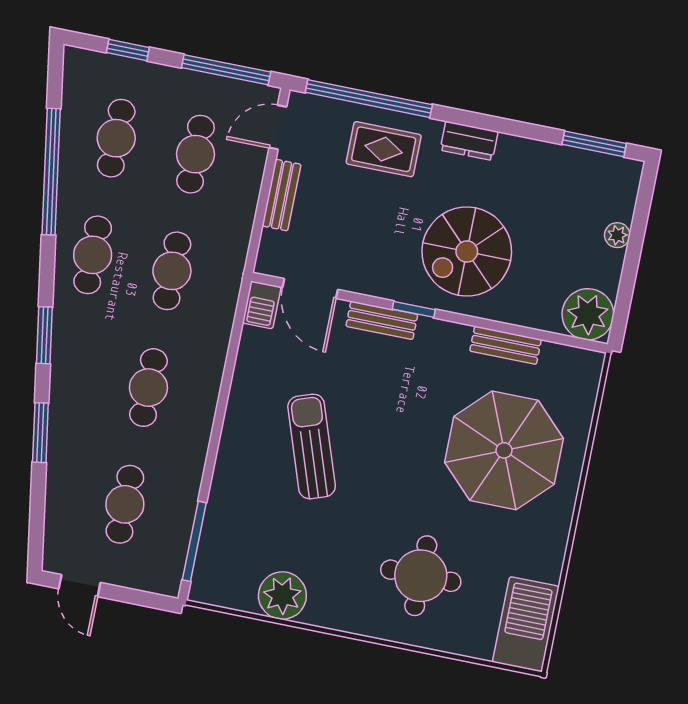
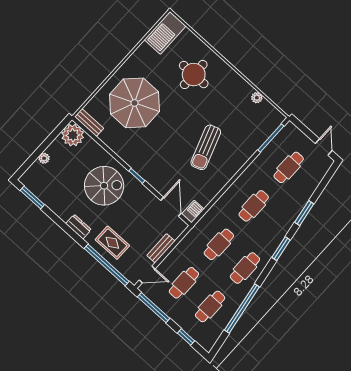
bench: (382, 320) -> (151, 179), removed
bench: (506, 345) -> (89, 123), moved
plant: (282, 596) -> (257, 98), width x0.53, depth x0.53

